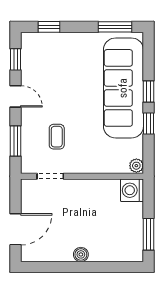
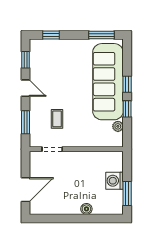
plant: (136, 166) -> (118, 126), moved
washing machine: (132, 190) -> (115, 181), moved
boiler: (81, 254) -> (86, 209), moved

